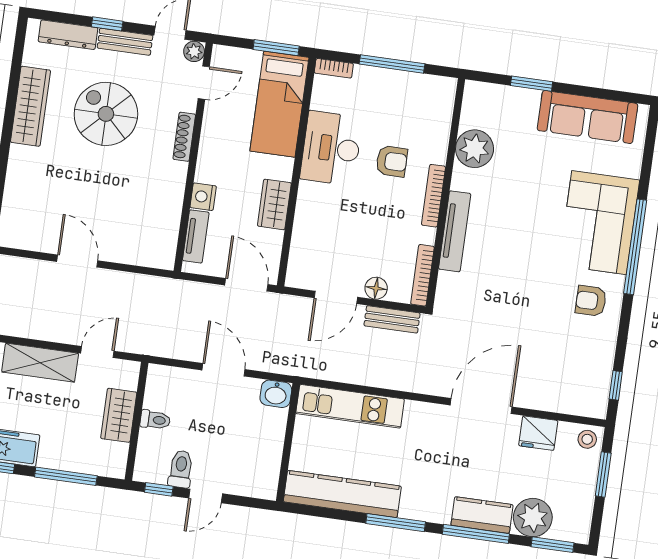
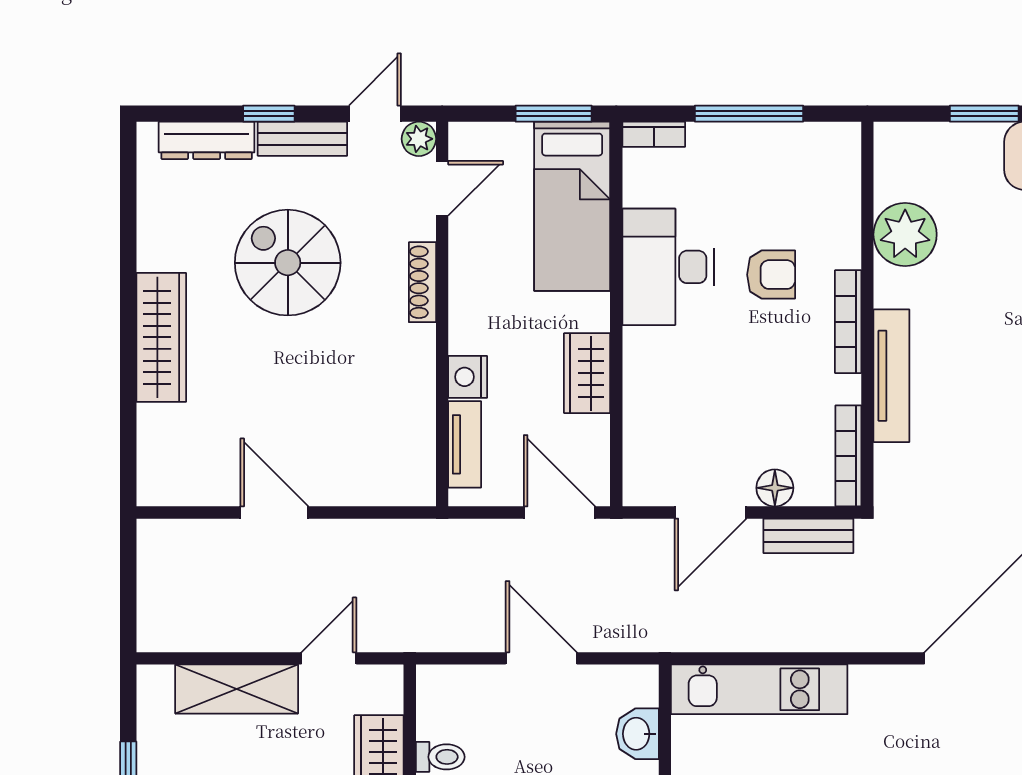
wardrobe: (31, 106) -> (161, 337), moved
washbasin: (276, 394) -> (637, 734), moved, turned 90

